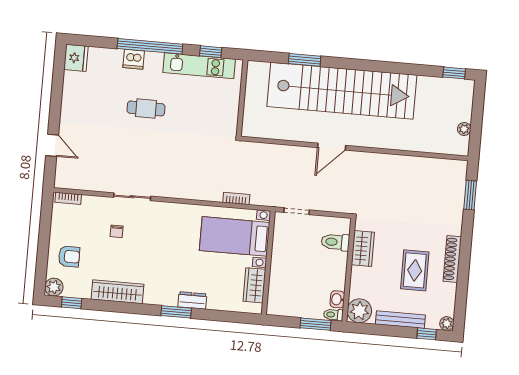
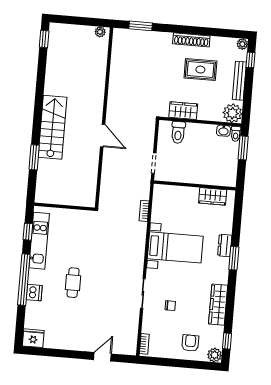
stairs: (342, 91) -> (52, 127), width x0.54, depth x0.66
plant: (464, 129) -> (100, 32), moved
bed with nightstands: (235, 236) -> (175, 247), moved, turned -90

